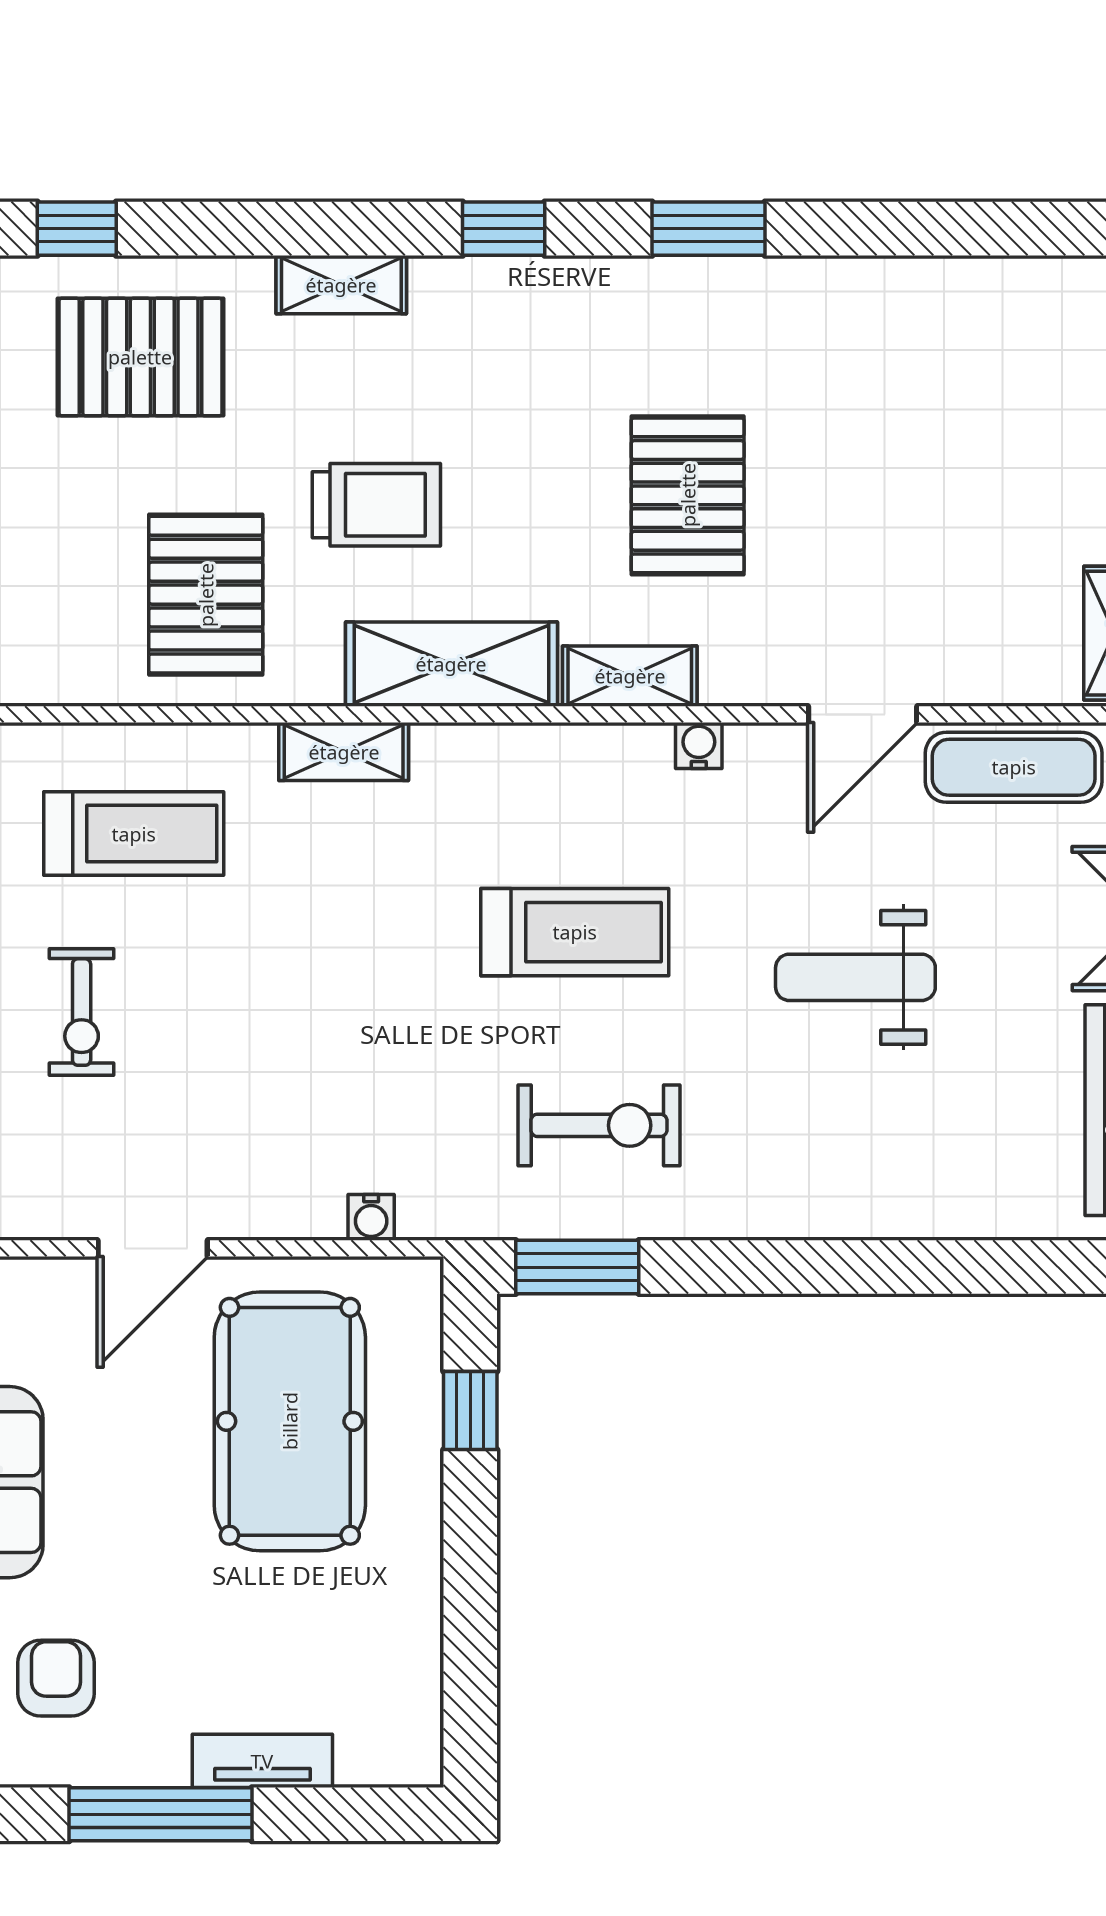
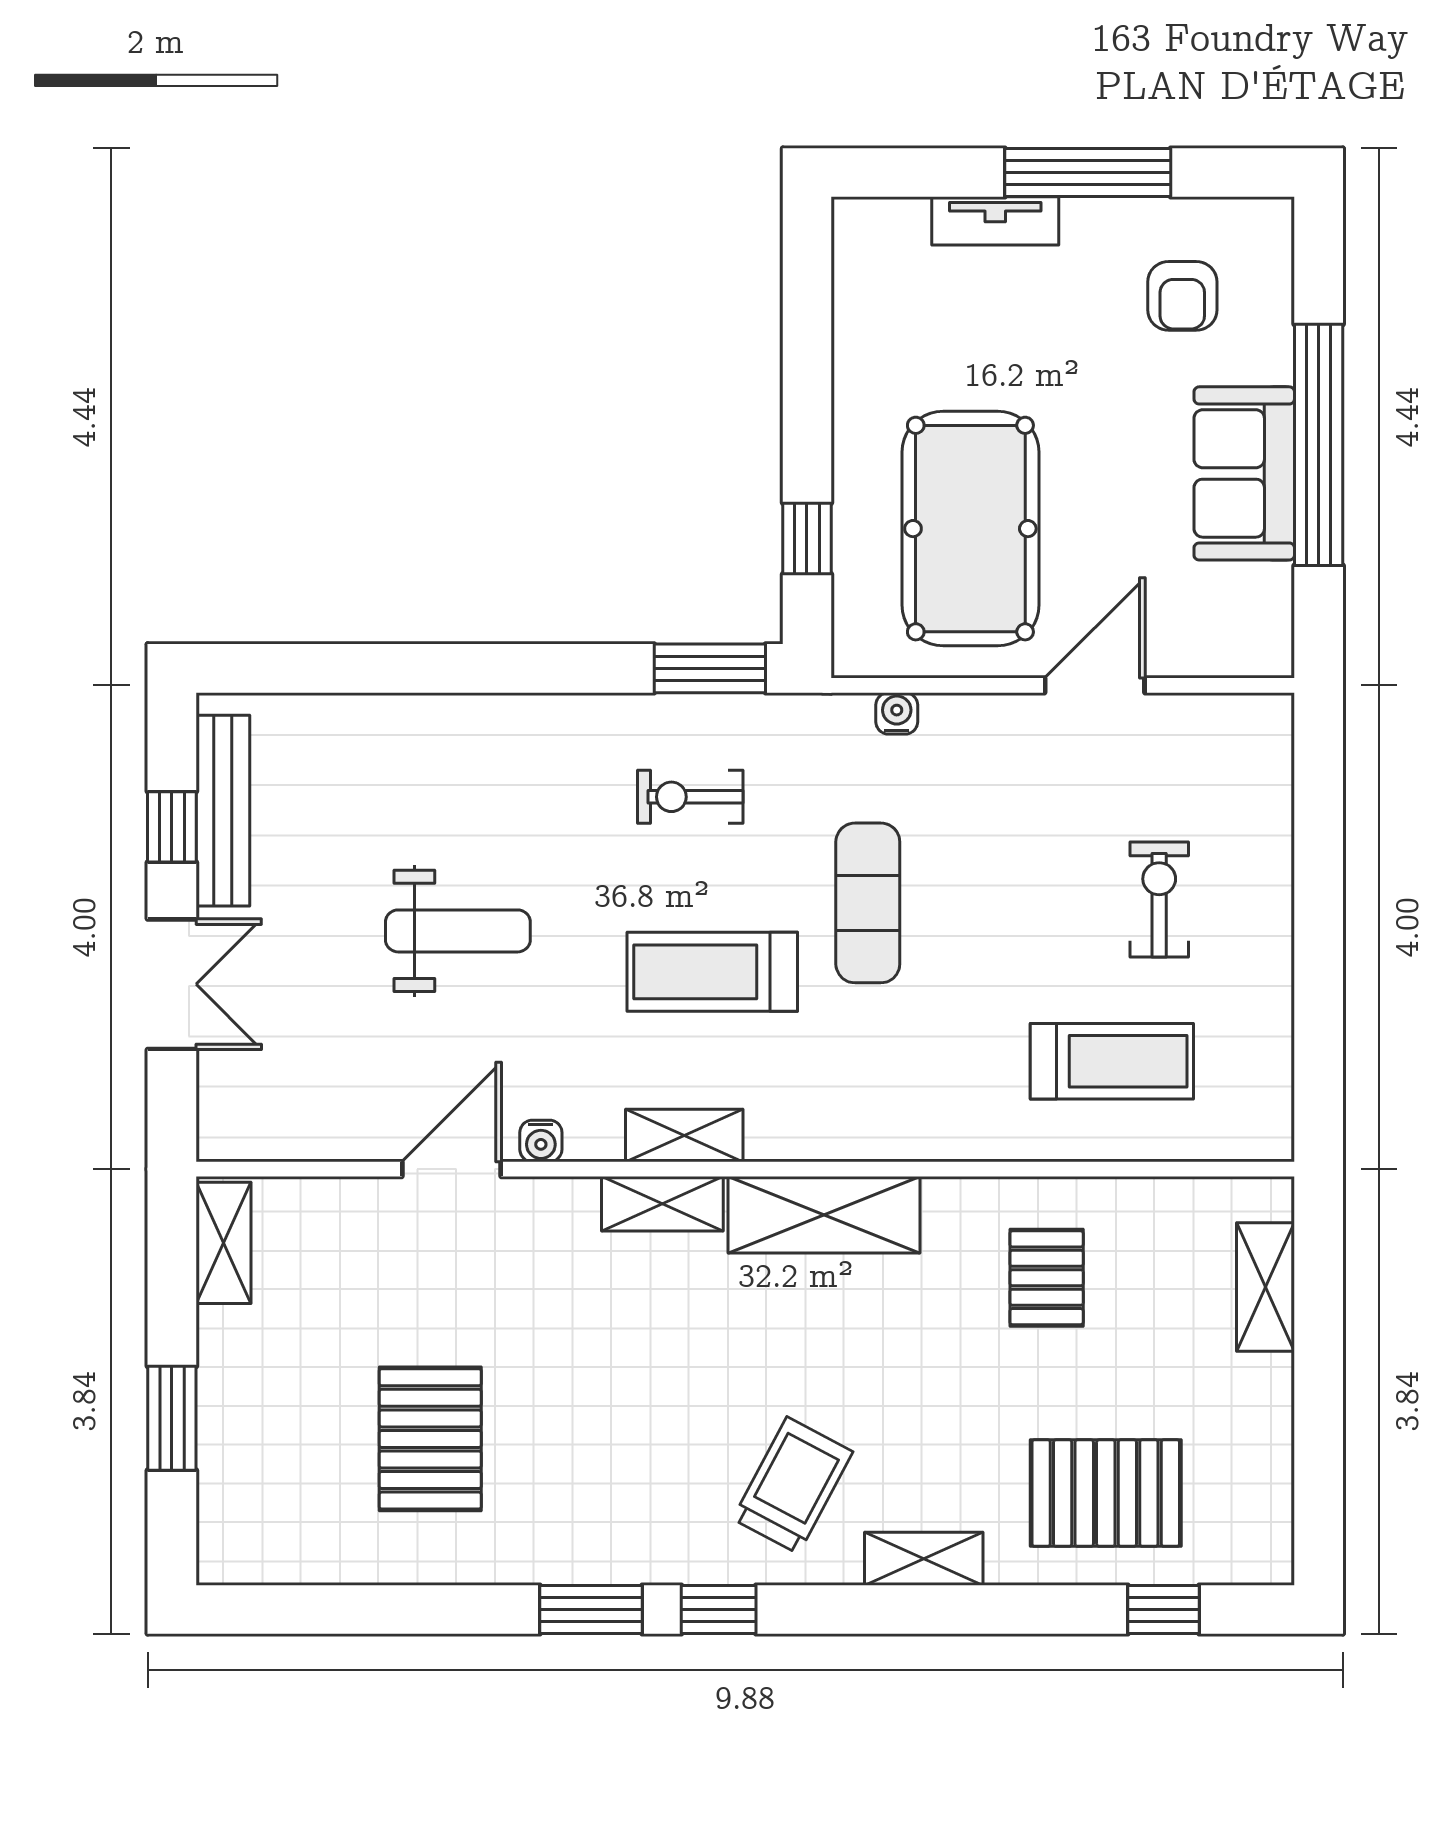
window: (504, 229) -> (719, 1609), moved
pallet: (688, 495) -> (430, 1439), moved
trolley: (376, 505) -> (793, 1485), moved, turned 118
pallet: (206, 595) -> (1047, 1278), width x0.67, depth x0.71
water cooler: (699, 746) -> (541, 1141), moved
shelving: (344, 752) -> (684, 1136), moved
exercise mat: (1014, 767) -> (868, 903), moved, turned 90
treadmill: (134, 834) -> (1112, 1061), turned 180
exercise bike: (599, 1125) -> (690, 797), width x0.73, depth x0.72

